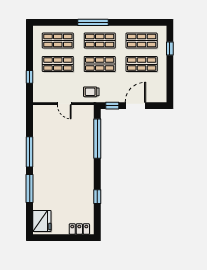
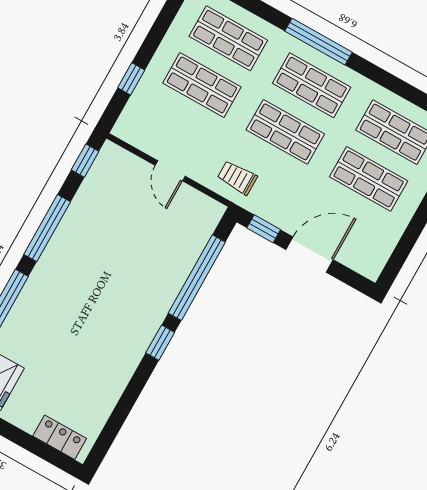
window: (30, 118) -> (85, 161), added
window: (97, 197) -> (160, 343), moved

